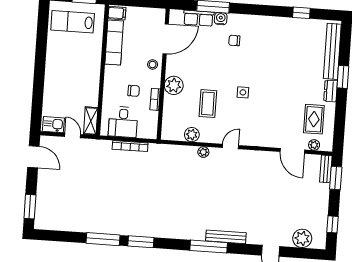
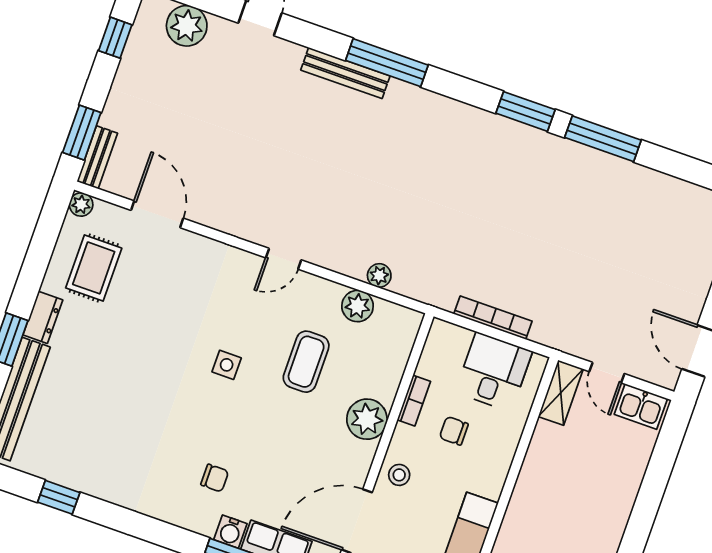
plant: (314, 145) -> (81, 204), moved
plant: (203, 152) -> (379, 275), moved

